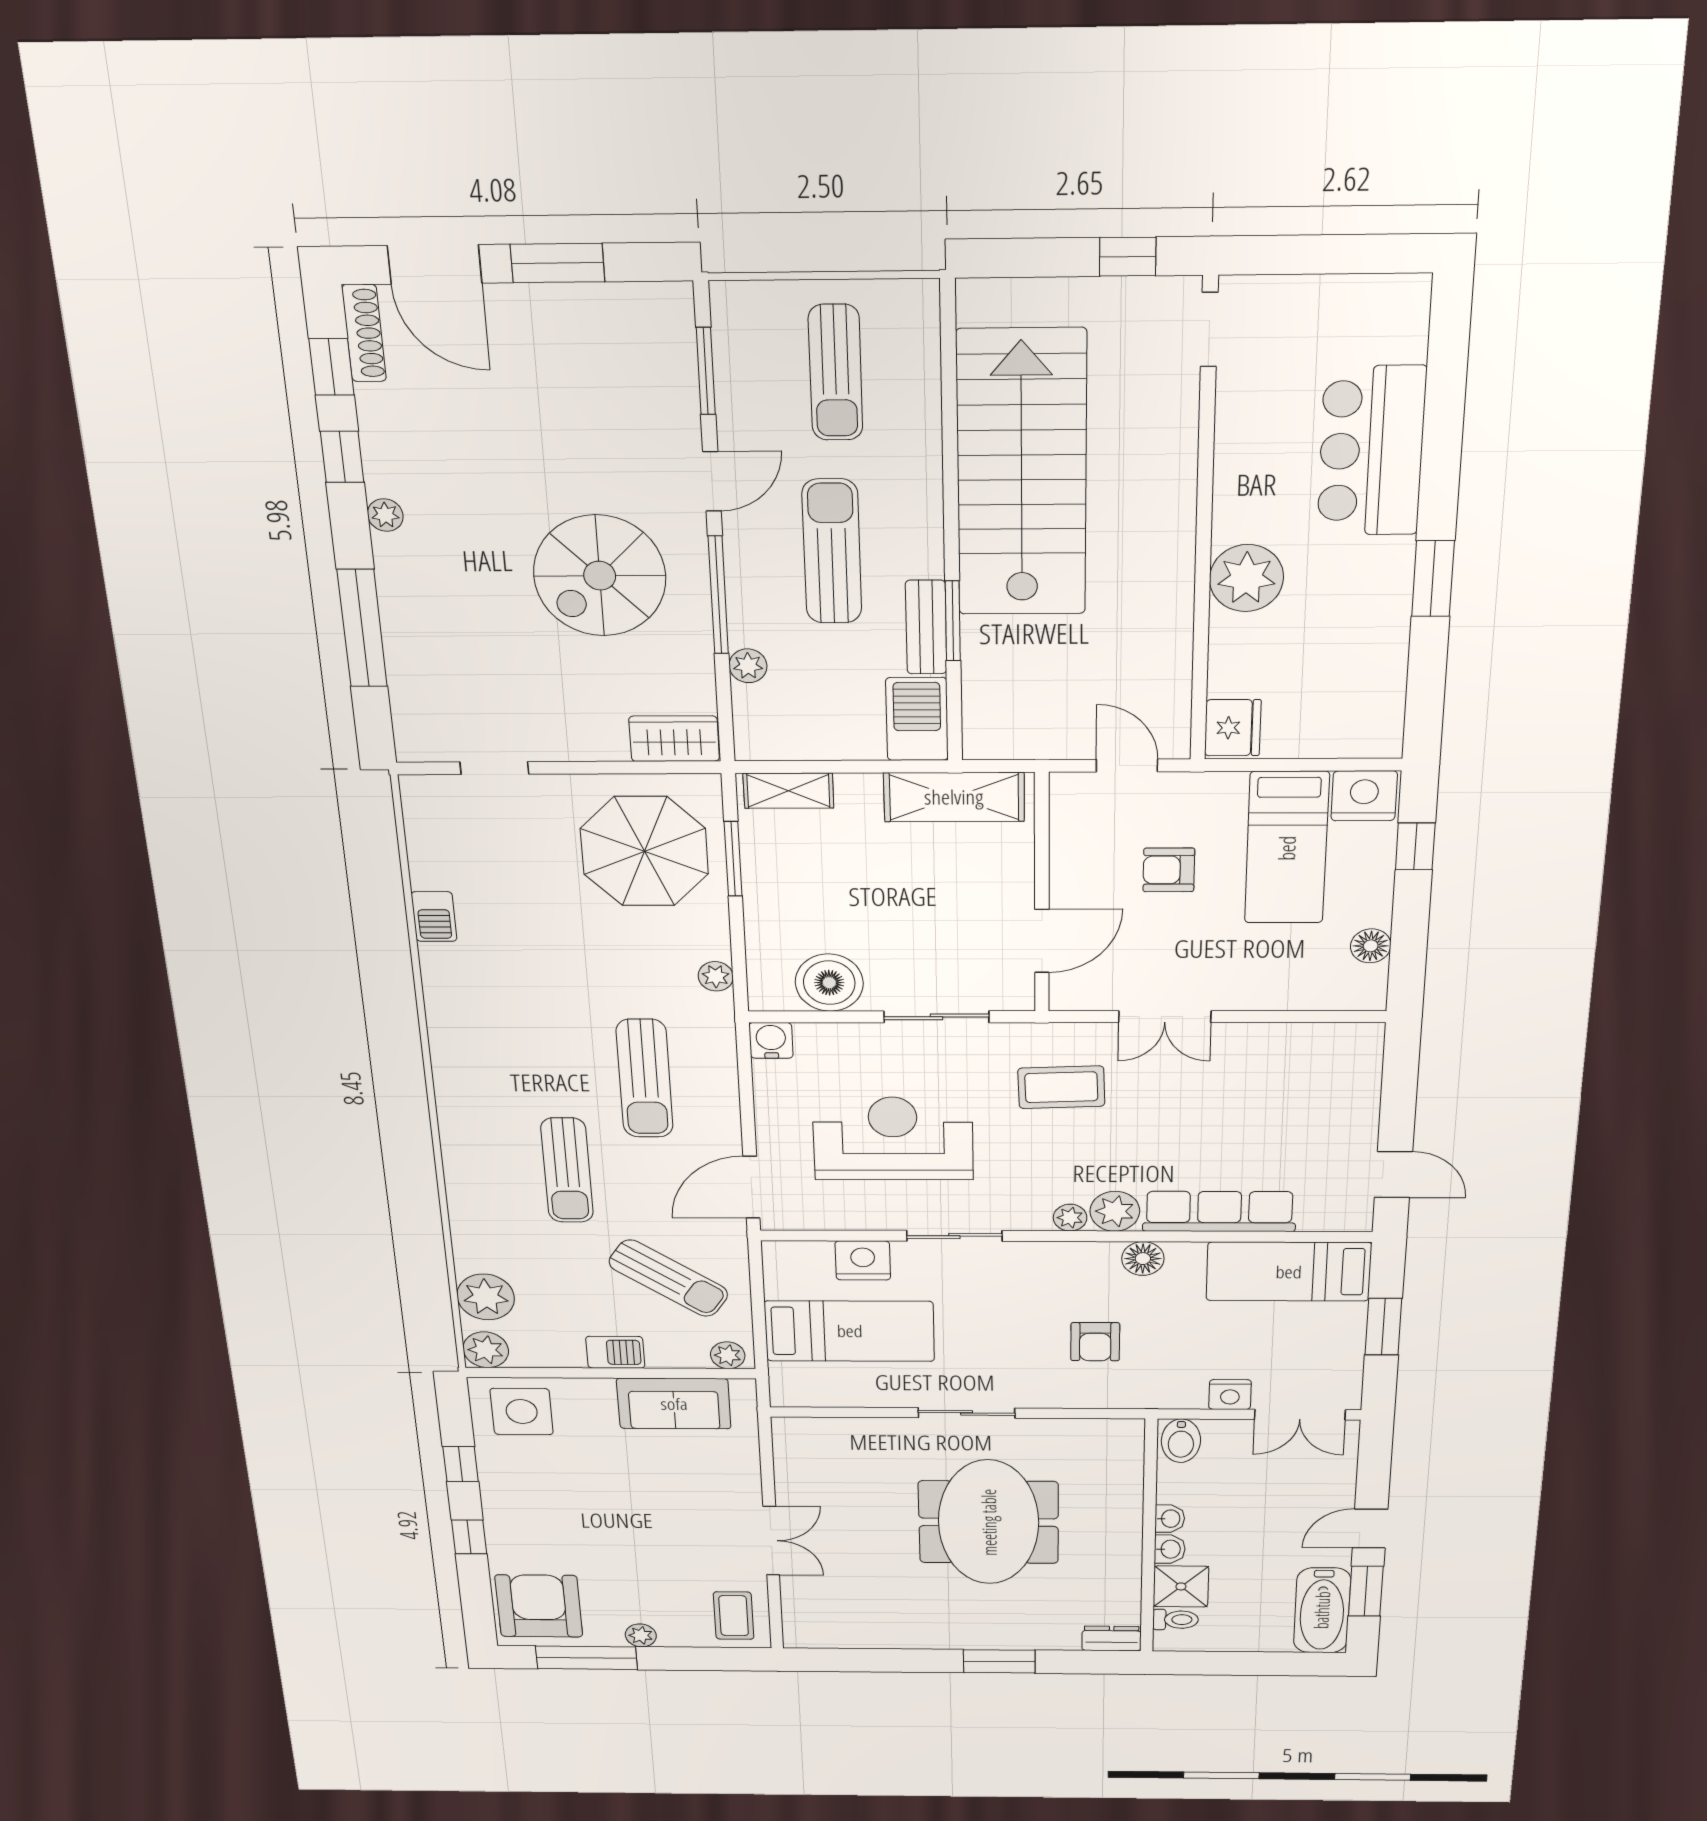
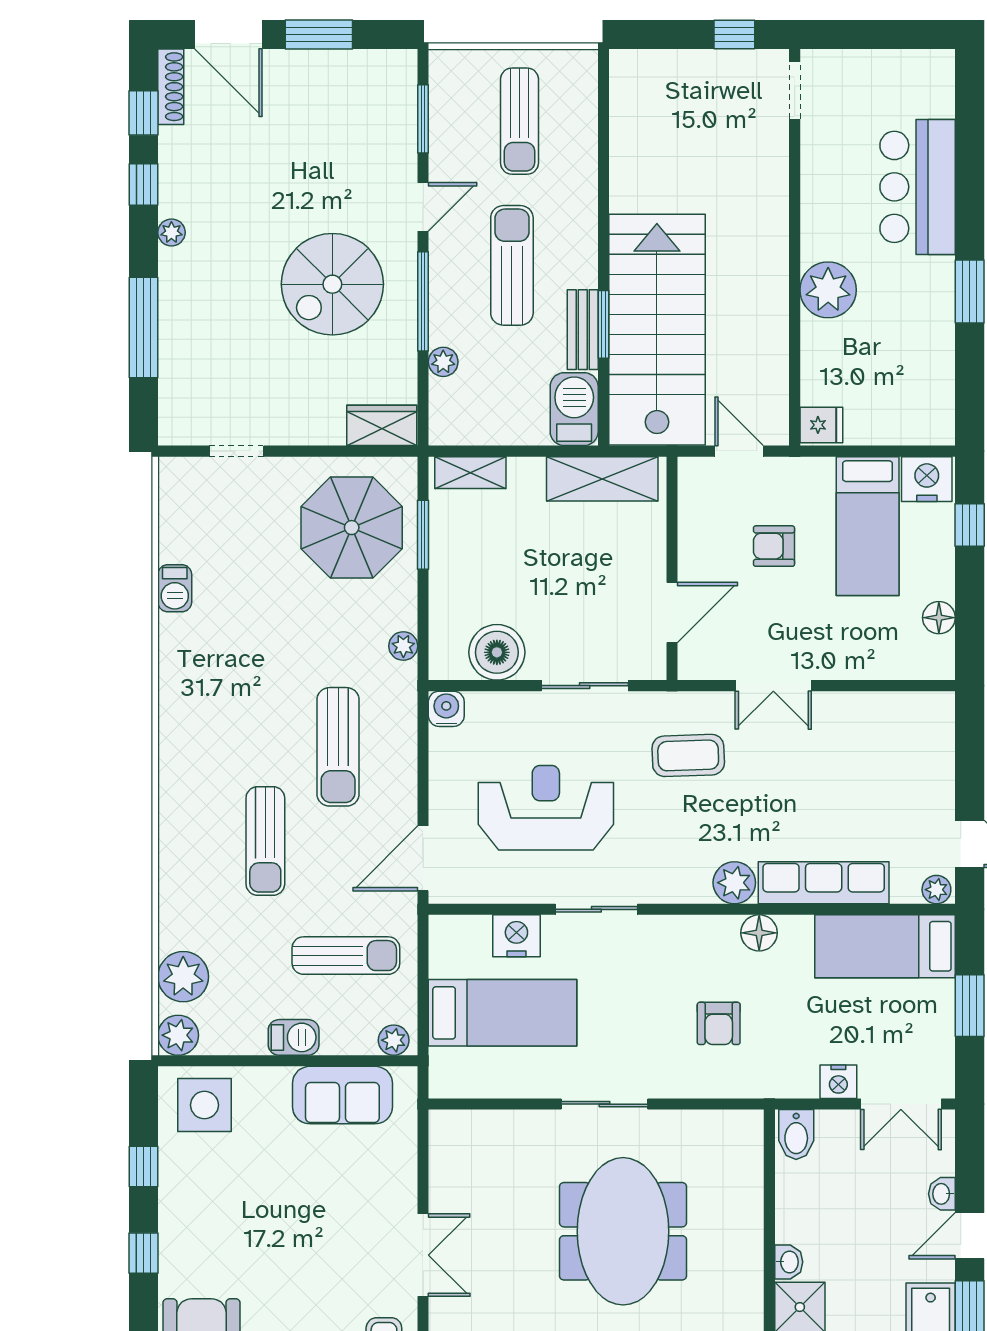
stairs: (1022, 474) -> (657, 330), moved
fridge: (1233, 728) -> (821, 425), width x0.72
plant: (1070, 1218) -> (936, 890), moved
sun lounger: (668, 1278) -> (346, 956), turned -34
washbasin: (1170, 1519) -> (942, 1194), moved, turned 180

